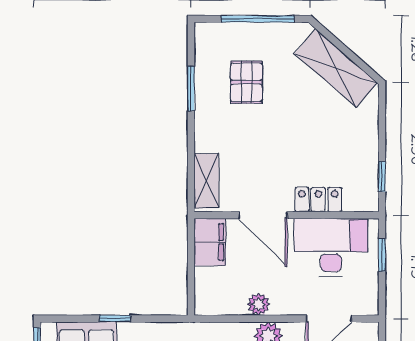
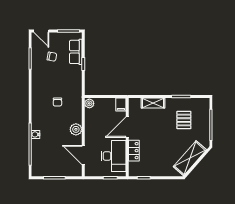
pallet: (246, 82) -> (184, 120), turned 90
shelving: (206, 181) -> (153, 103), moved
filing cabinet: (210, 242) -> (121, 105), width x0.50
plant: (258, 304) -> (89, 103), moved

